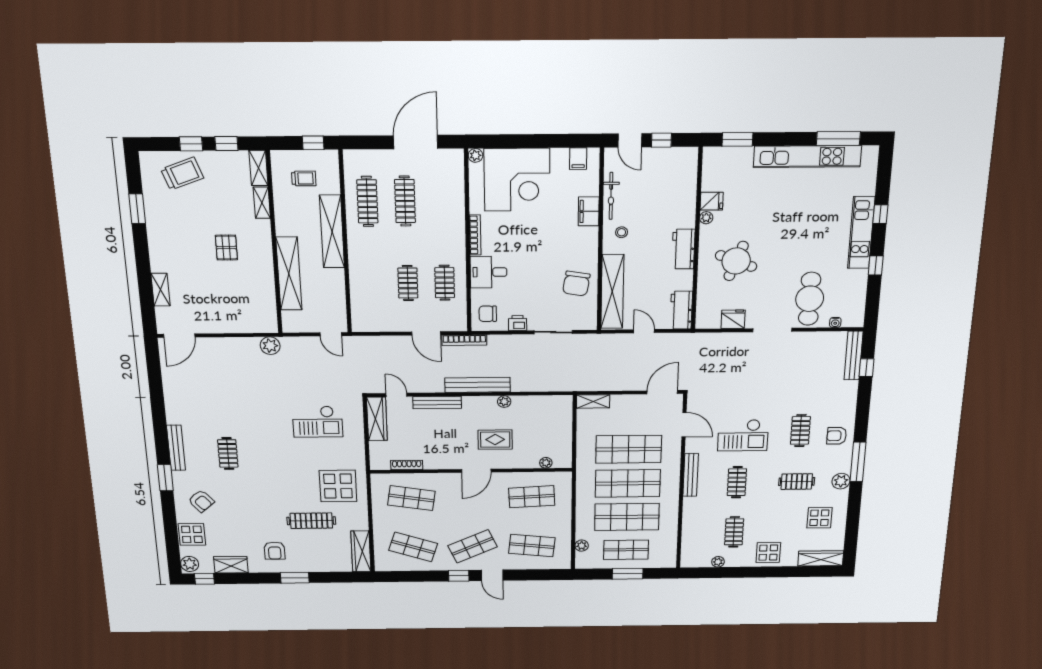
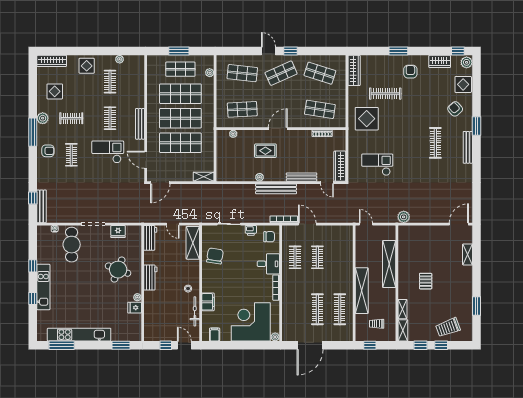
shelving: (612, 292) -> (193, 243), width x0.68
clothes rail: (228, 453) -> (435, 143), width x1.36

